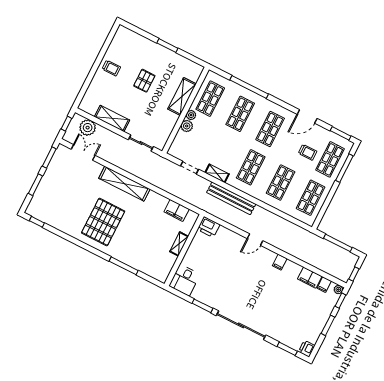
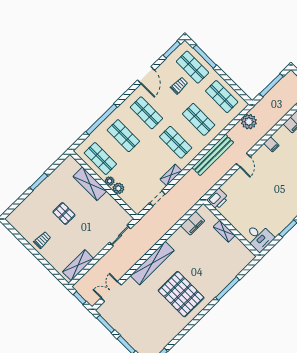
shelving: (112, 118) -> (78, 265), moved
plant: (88, 128) -> (249, 122), moved
bench: (231, 198) -> (213, 155), moved

